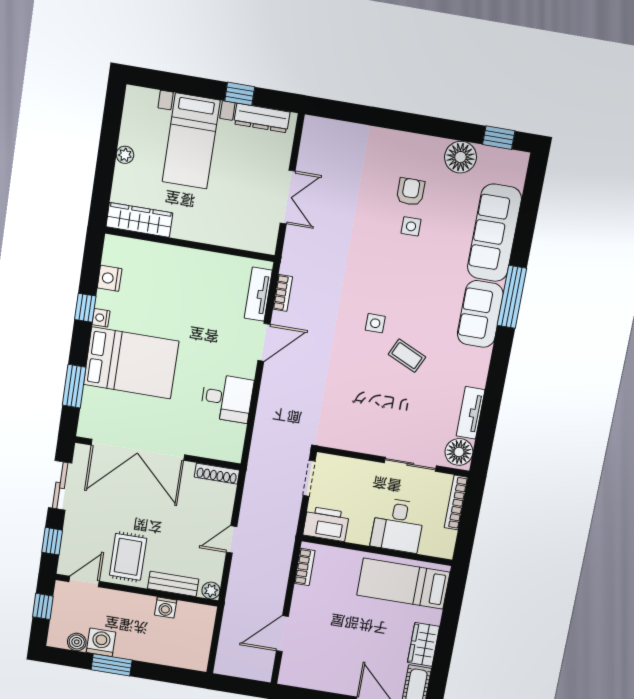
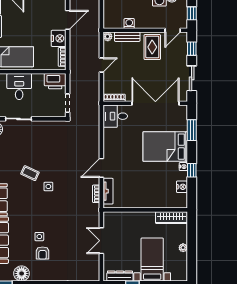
desk: (227, 398) -> (115, 116), moved
nightstand: (305, 602) -> (59, 38), added

